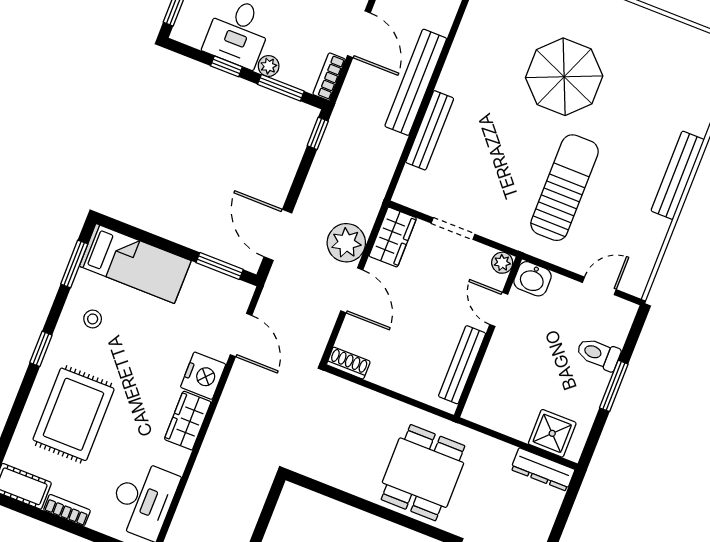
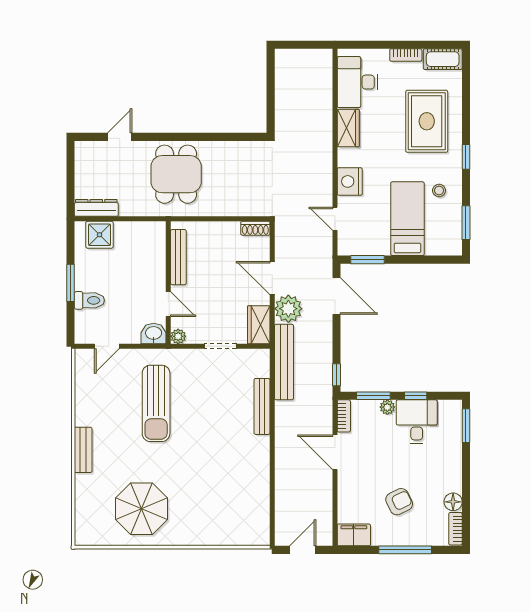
parasol: (564, 77) -> (141, 509), moved
bench: (416, 82) -> (284, 362), moved
bench: (678, 175) -> (83, 450), width x0.73
bed: (135, 263) -> (407, 219), moved, turned 90
door: (241, 335) -> (335, 219), width x0.73
wardrobe: (188, 421) -> (348, 128), moved

